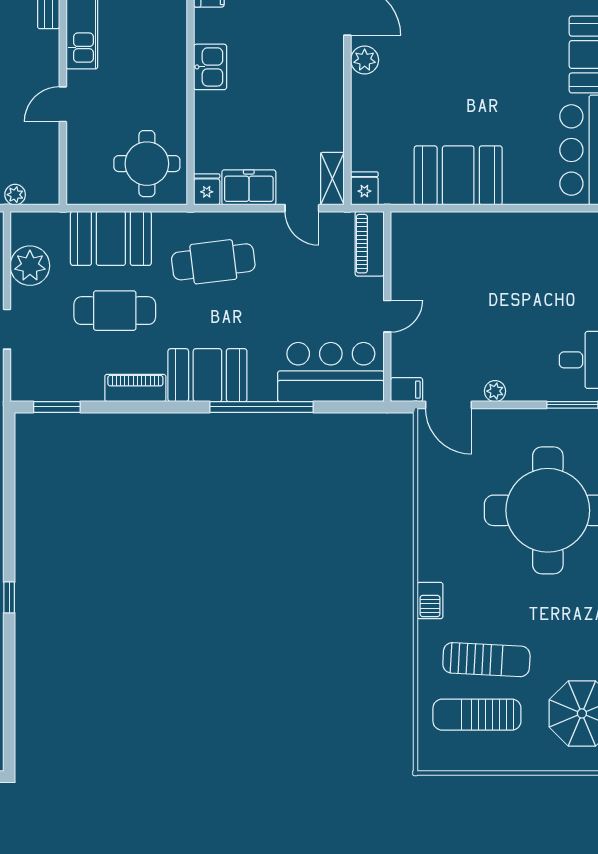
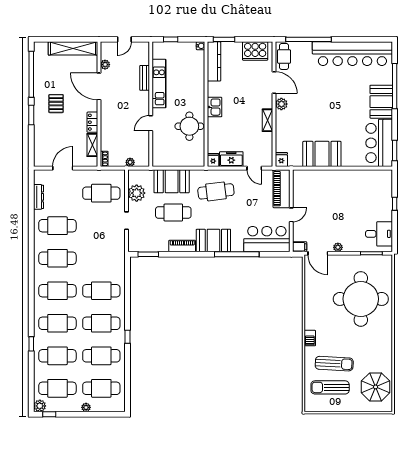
round table: (147, 164) -> (189, 126), moved
shelving: (332, 179) -> (267, 120), moved
piano: (370, 244) -> (282, 189), width x1.37, depth x1.33

